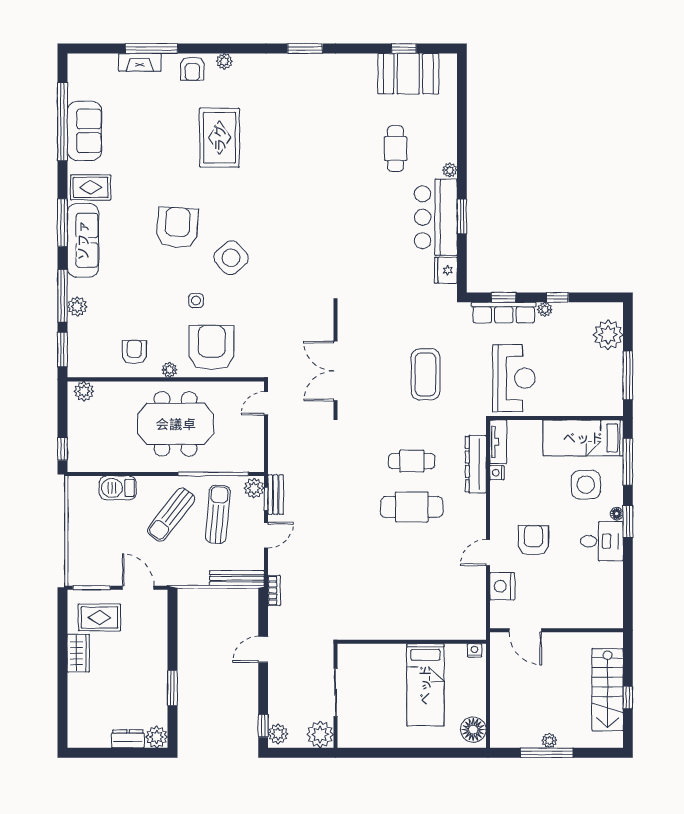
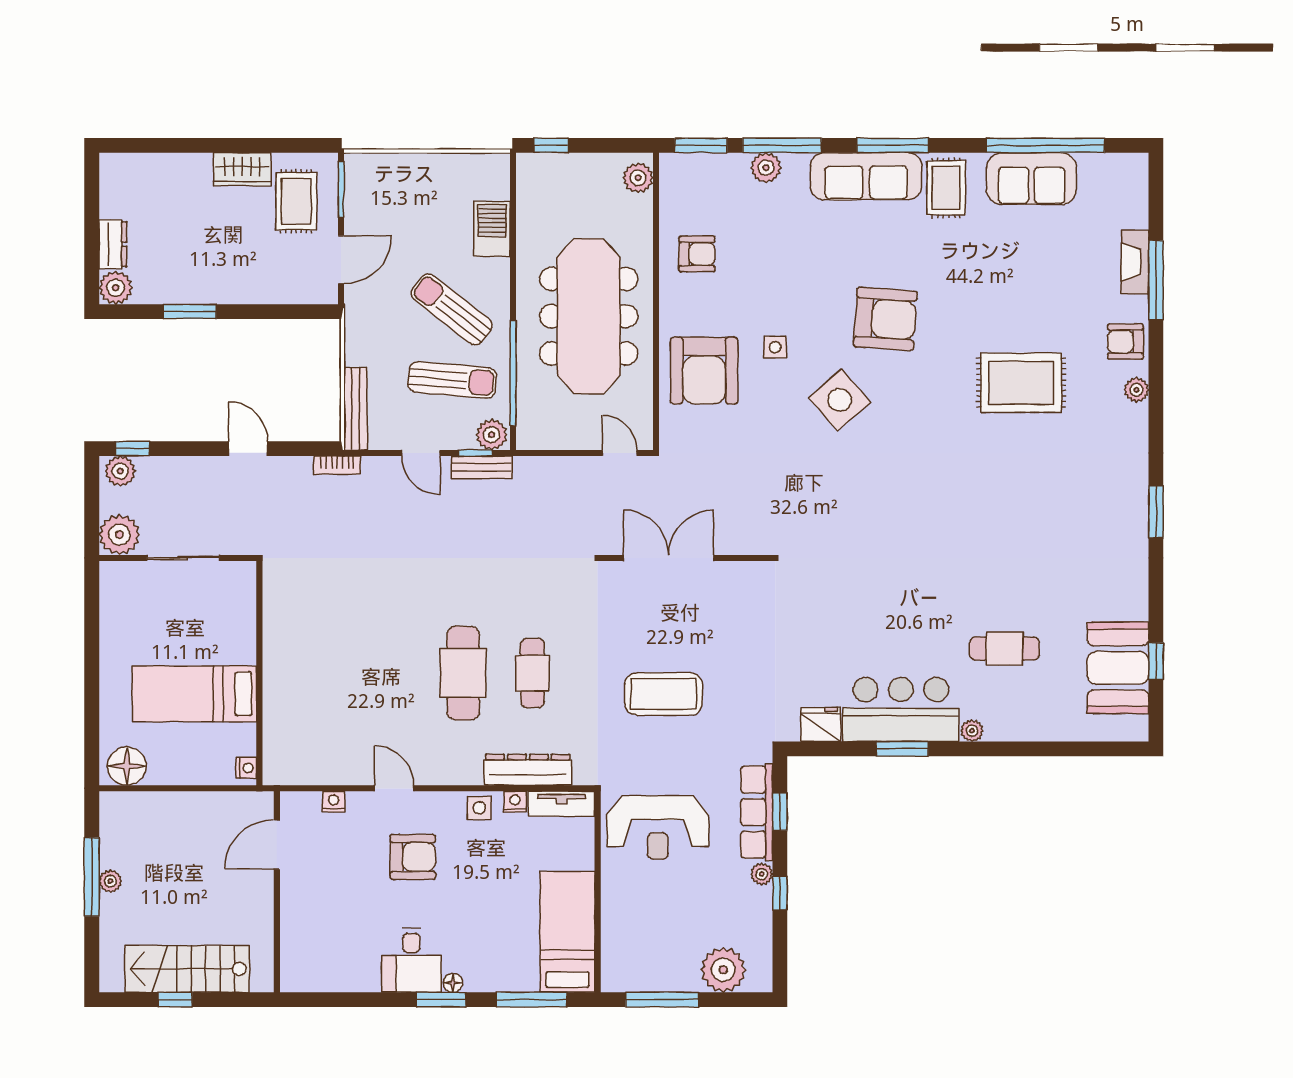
armchair: (212, 347) -> (704, 371), turned 90
plant: (170, 370) -> (670, 307), removed
meeting table: (176, 424) -> (589, 316), width x1.36
side table: (586, 485) -> (479, 808), moved, width x0.54, depth x0.54
nightstand: (502, 586) -> (334, 802), width x0.53, depth x0.56

